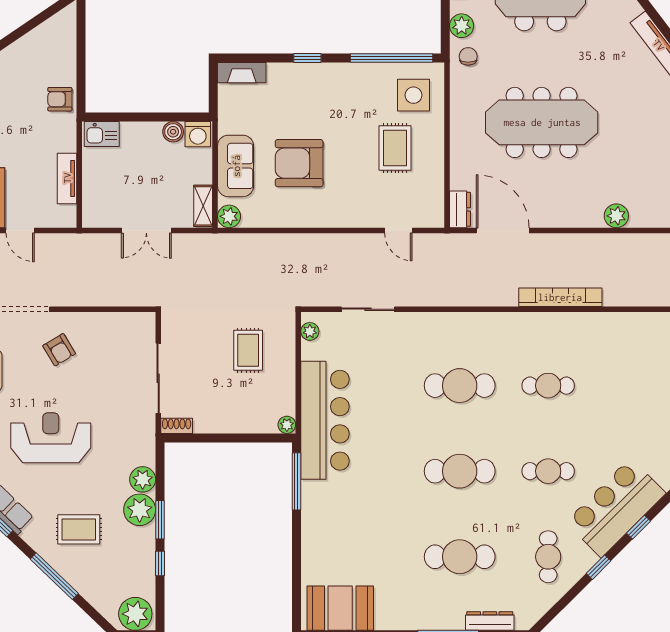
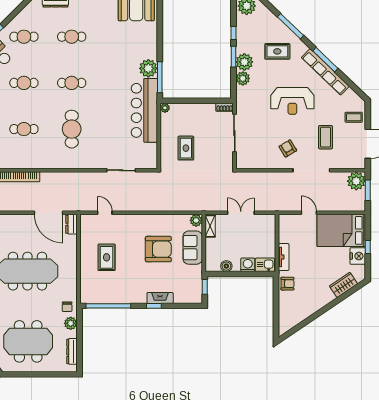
fireplace: (242, 73) -> (160, 298), moved
window: (213, 93) -> (205, 287), added
side table: (413, 95) -> (97, 286), removed
washing machine: (198, 134) -> (248, 265), moved
tv unit: (67, 178) -> (284, 257), moved
plant: (310, 331) -> (148, 68), moved, width x1.88, depth x1.88
cafe table: (460, 386) -> (72, 129), turned 90
cafe table: (460, 471) -> (72, 83), width x0.73, depth x0.74
cafe table: (460, 557) -> (72, 37), width x0.73, depth x0.74
cafe table: (548, 557) -> (24, 37), turned 90

